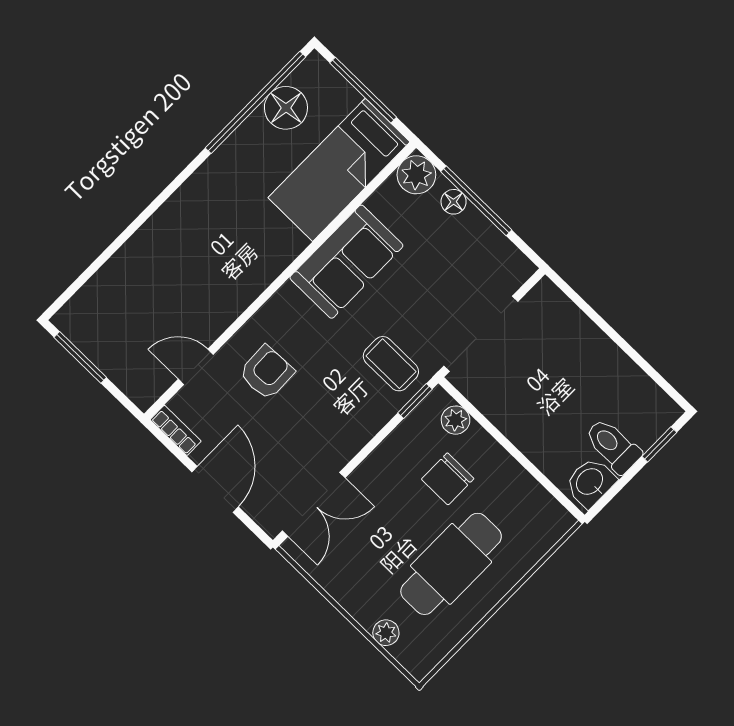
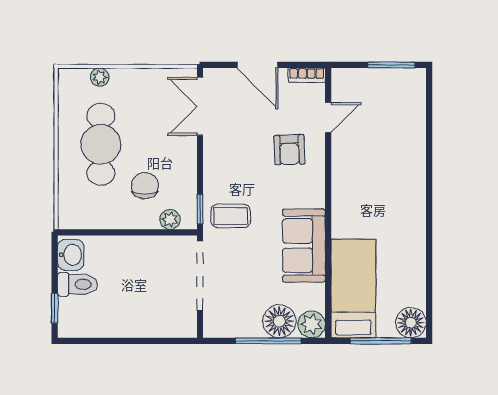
window: (255, 102) -> (429, 281), removed
floor lamp: (286, 108) -> (411, 323), moved
floor lamp: (454, 202) -> (279, 321), width x1.89, depth x1.89

